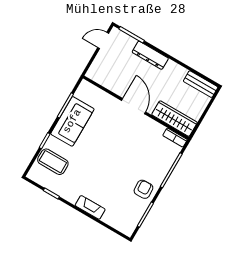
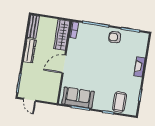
dresser: (150, 55) -> (30, 51), moved
sofa: (72, 121) -> (78, 98), moved

